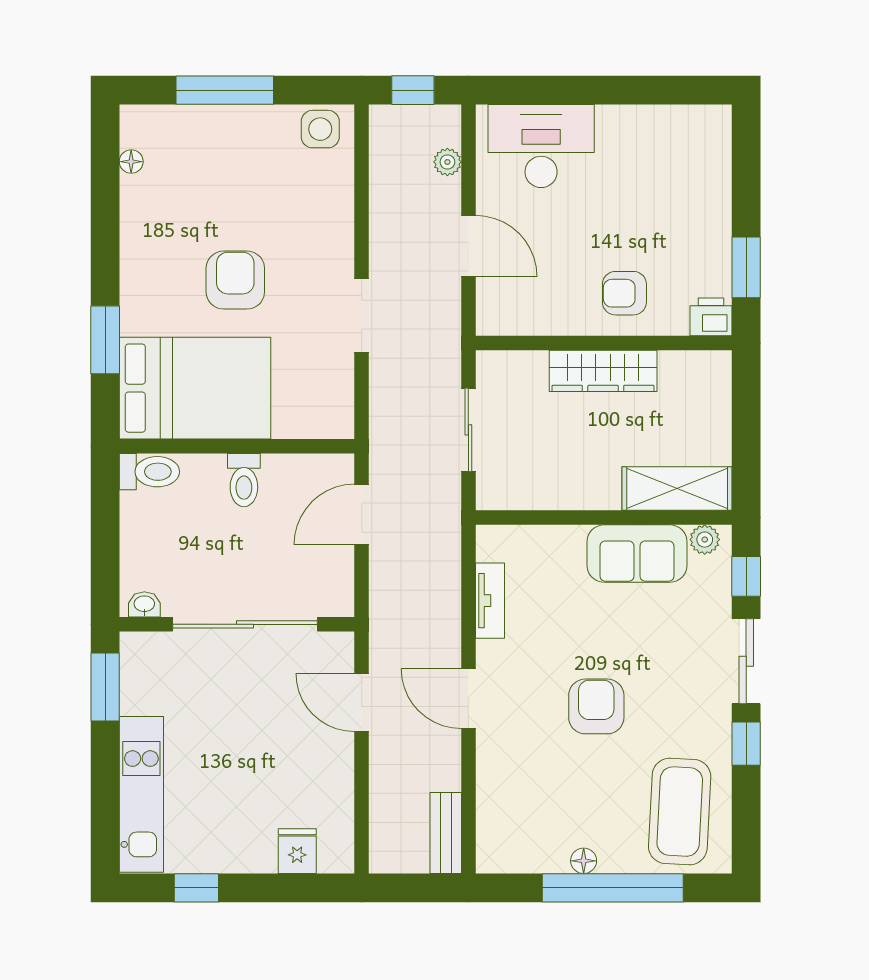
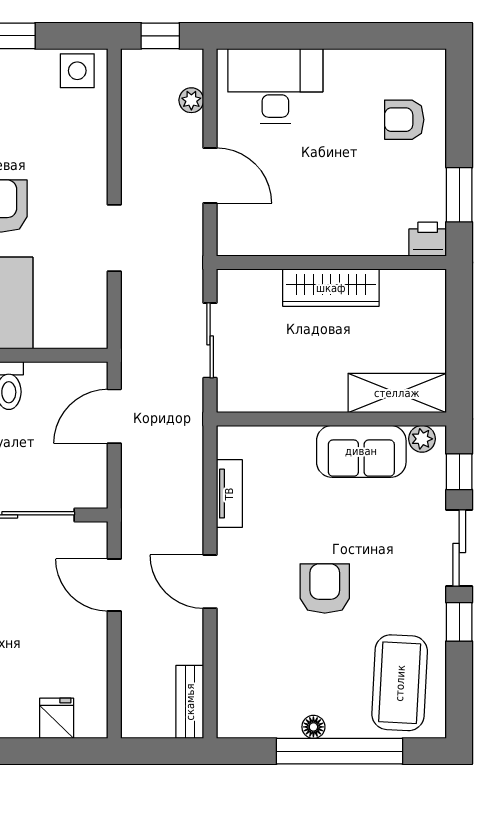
armchair: (624, 293) -> (404, 120), moved

